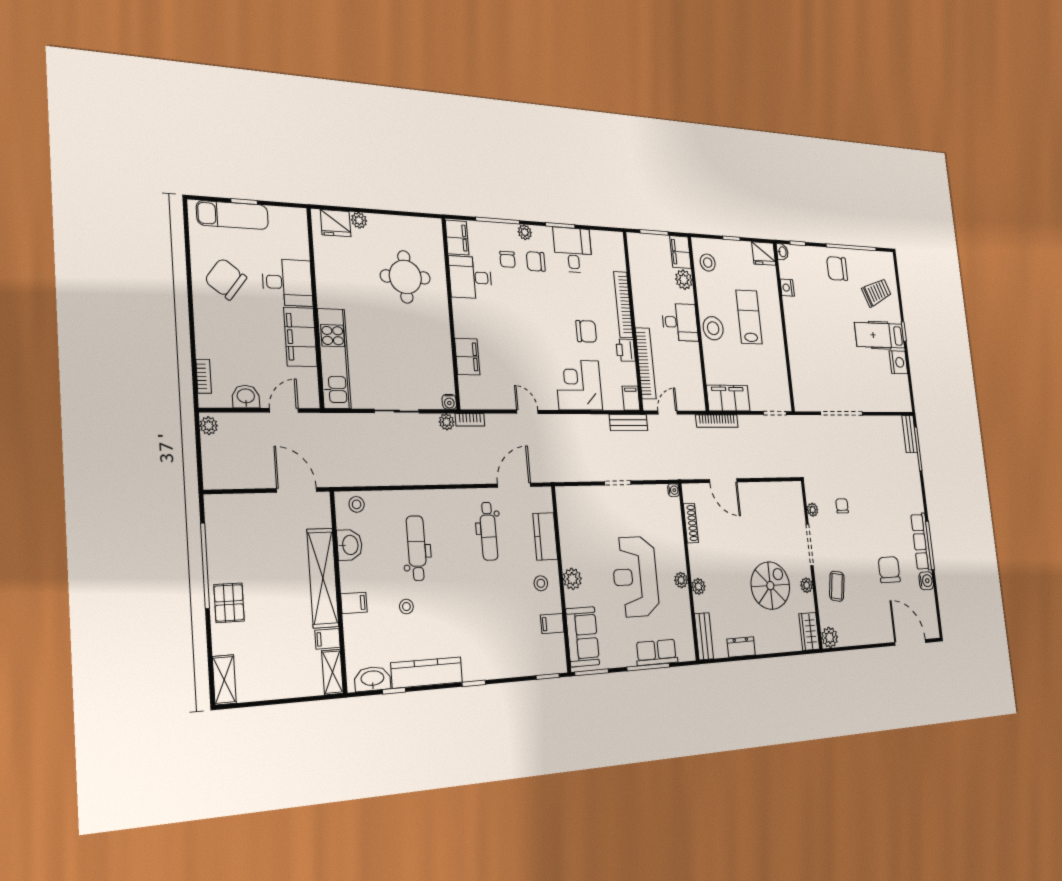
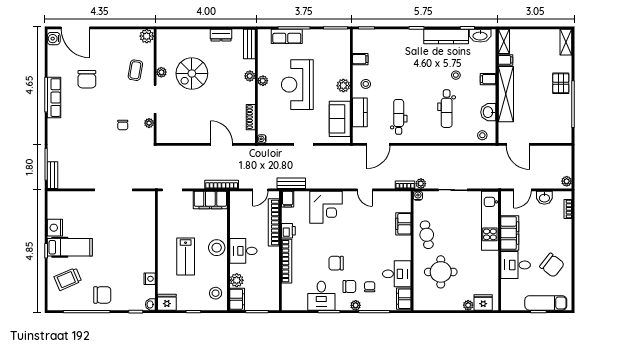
chair: (586, 331) -> (336, 263), moved
cafe table: (431, 338) -> (427, 235), added
reception desk: (635, 577) -> (297, 85), turned 180
water cooler: (926, 581) -> (54, 39), moved
wardrobe: (809, 631) -> (163, 41), removed
sofa: (583, 637) -> (340, 119), moved

